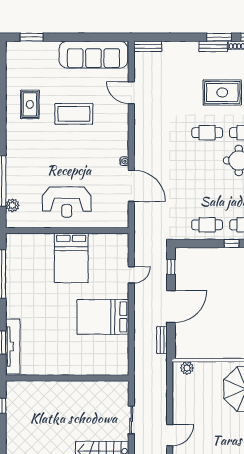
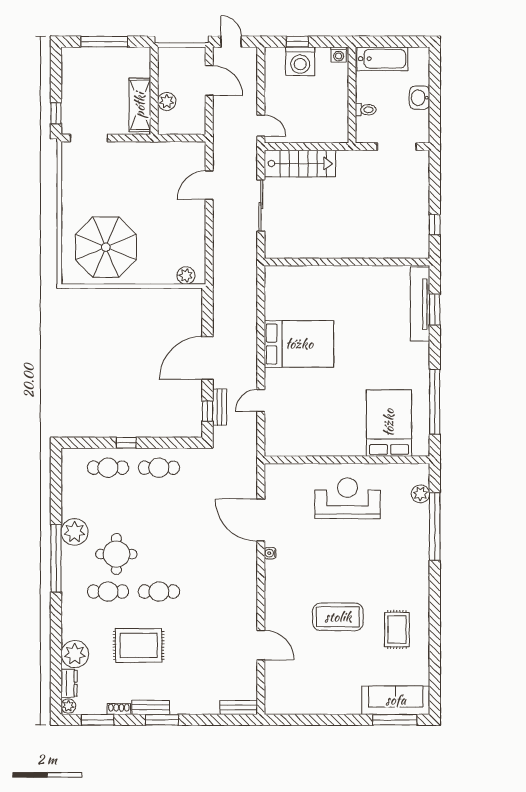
window: (32, 37) -> (395, 720), width x1.44
window: (219, 37) -> (162, 720), moved
sofa: (93, 55) -> (396, 700), moved, width x0.74, depth x0.79
bed: (71, 258) -> (389, 423), moved
bench: (162, 340) -> (220, 407), moved
sliding door: (131, 420) -> (261, 206), width x1.37

